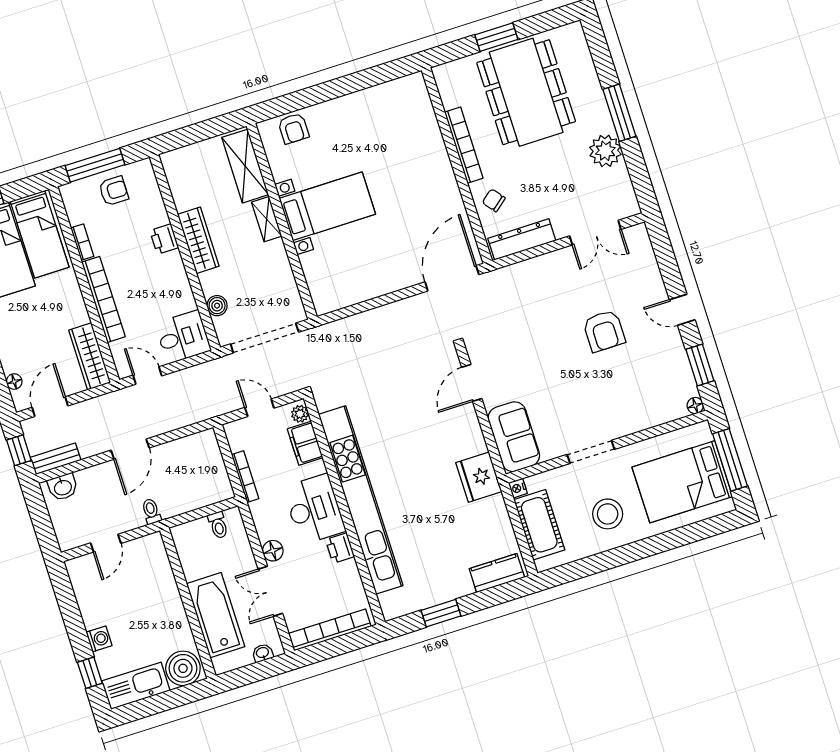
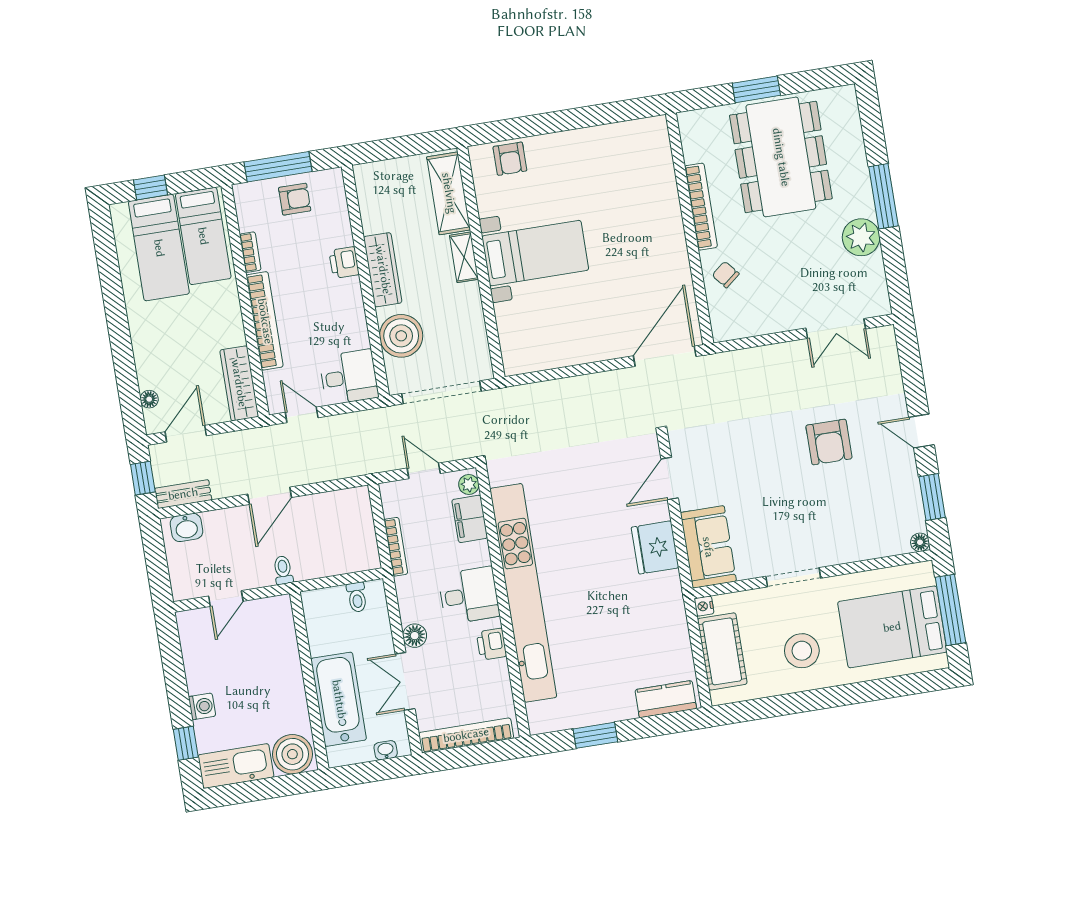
dresser: (522, 239) -> (751, 324), removed
boiler: (217, 306) -> (401, 336), width x1.86, depth x1.86
fridge: (479, 477) -> (655, 547), moved
desk: (314, 509) -> (469, 595), width x0.73

